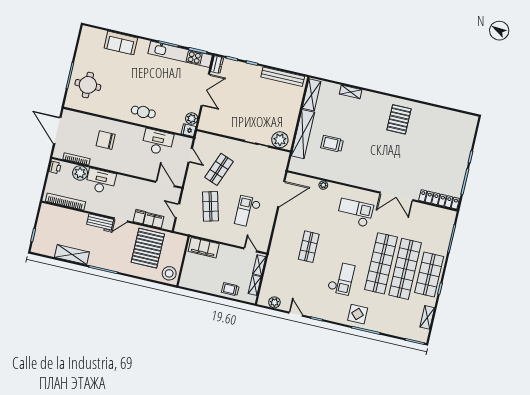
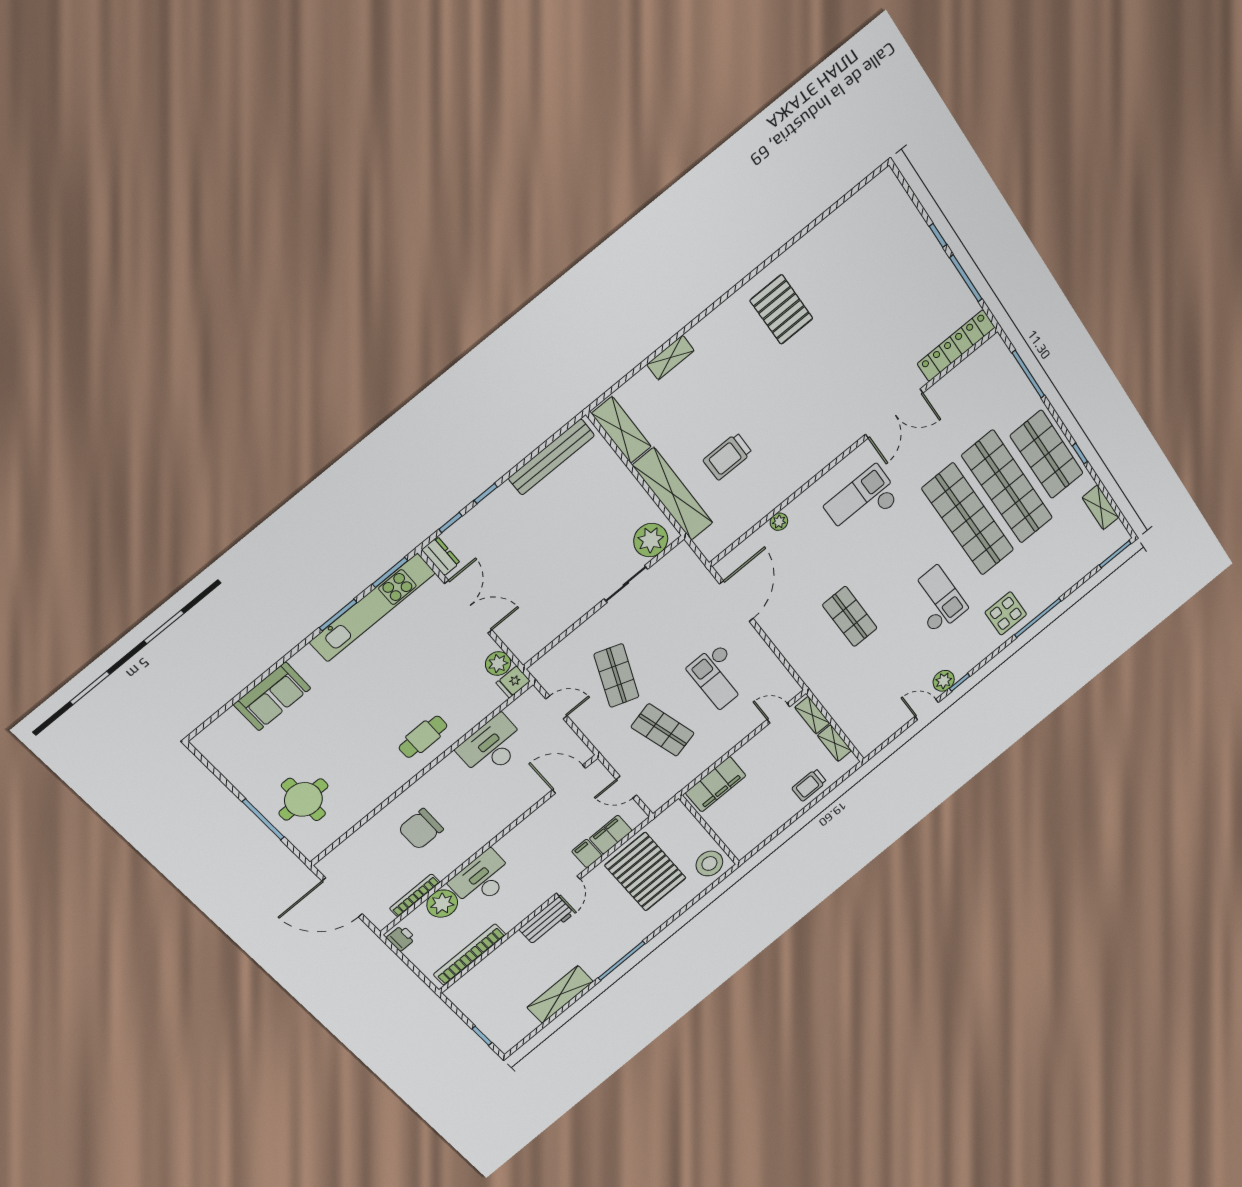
plant: (274, 302) -> (944, 681), moved

